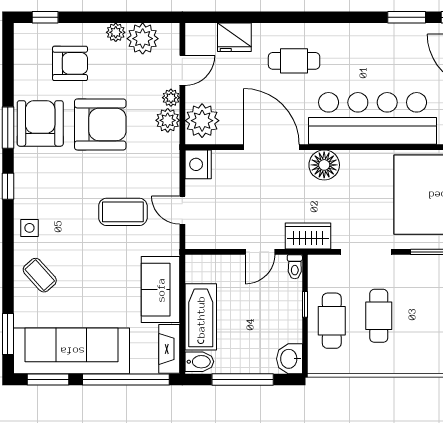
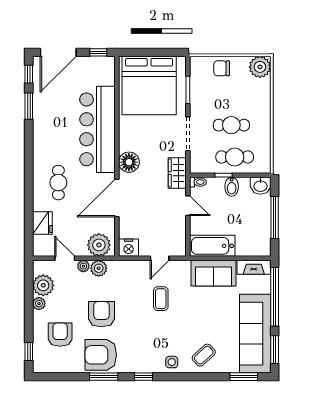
armchair: (100, 124) -> (101, 314), width x0.73, depth x0.73
coffee table: (123, 212) -> (161, 299), width x0.73, depth x0.77
bathtub: (201, 317) -> (212, 246), moved
bidet: (199, 362) -> (232, 187), moved, turned 180

